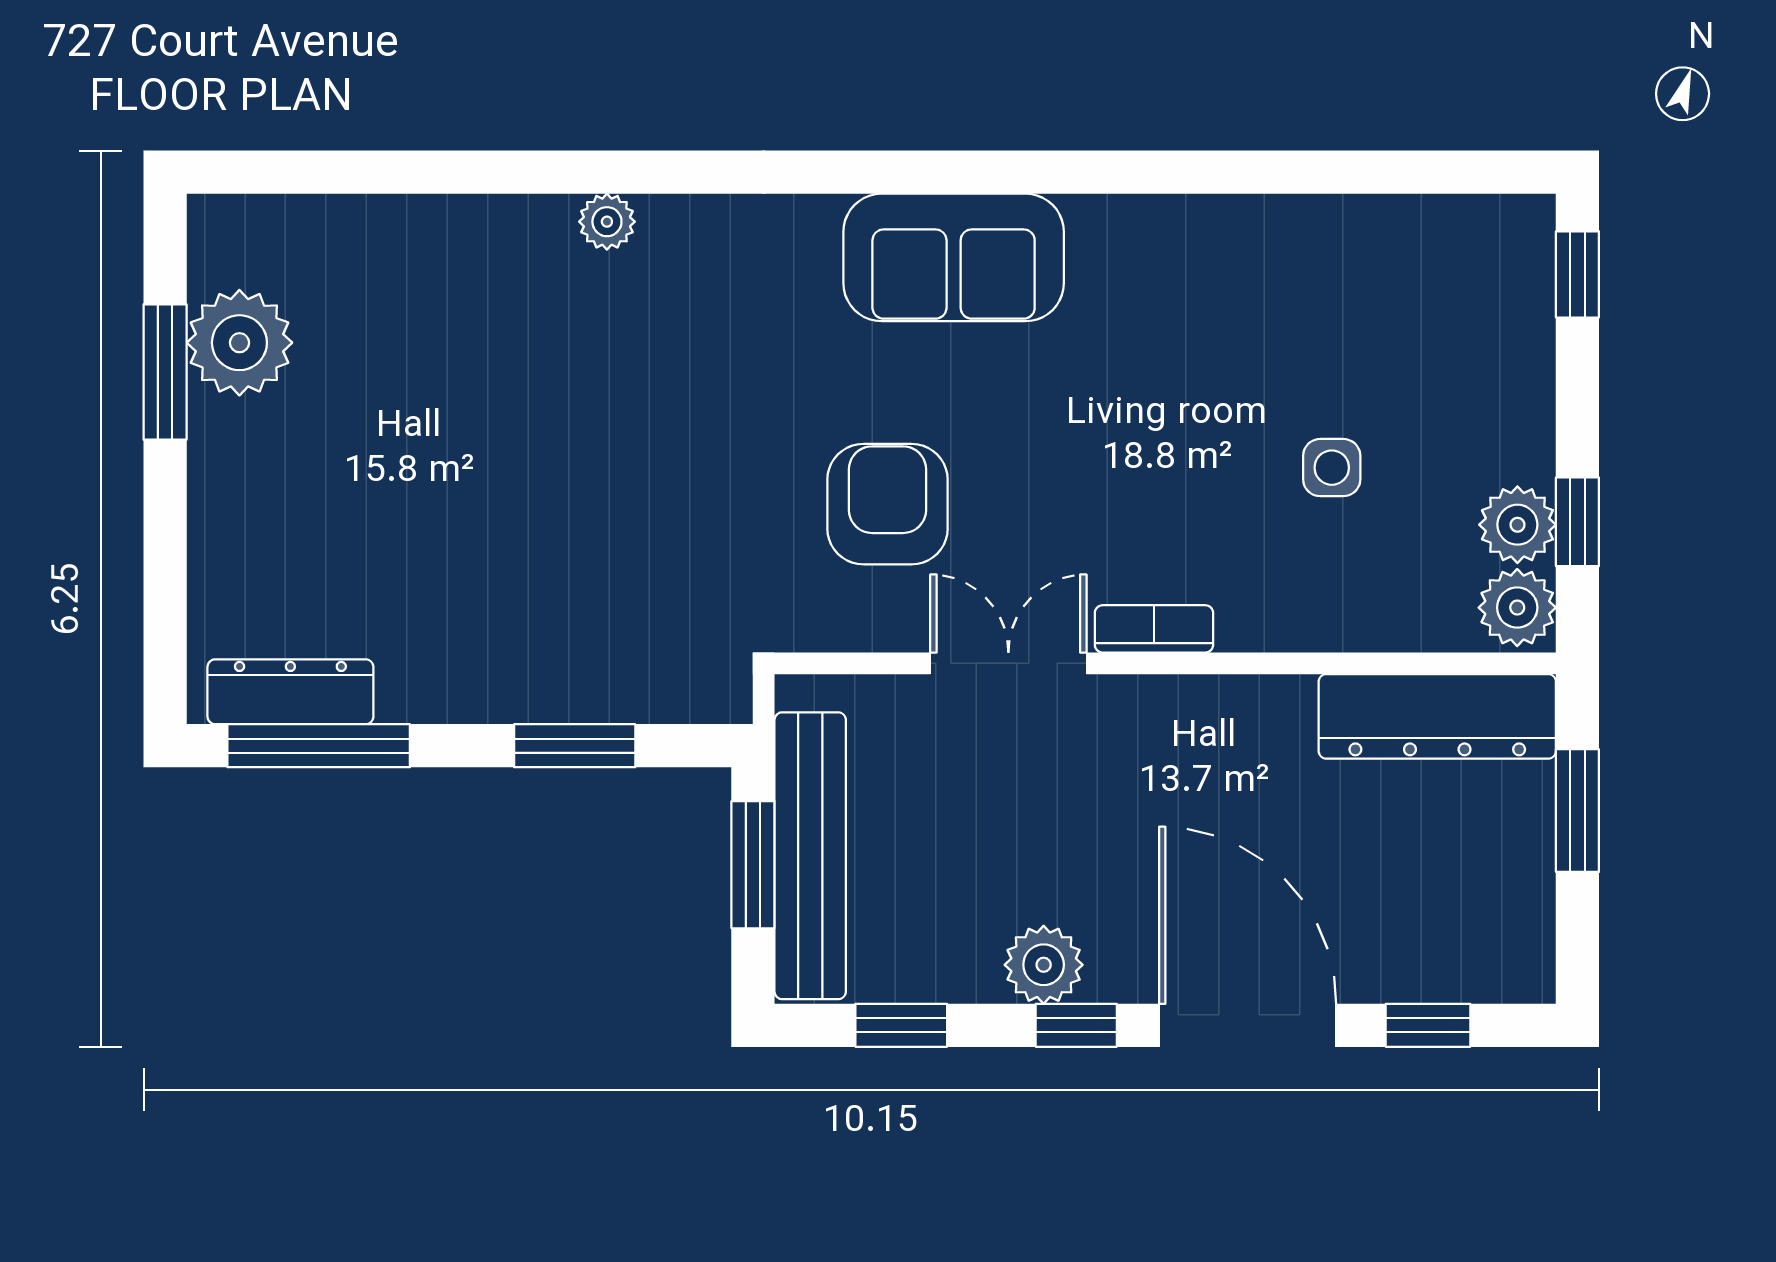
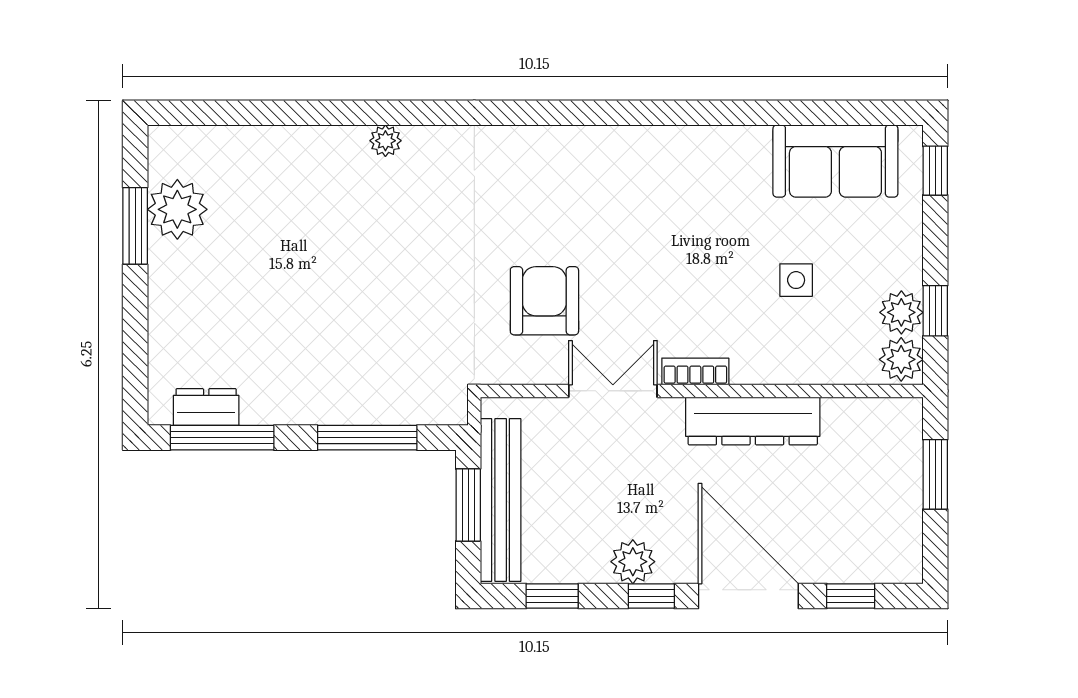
sofa: (954, 257) -> (835, 161), moved
dresser: (290, 692) -> (206, 407), width x0.70
dresser: (1437, 716) -> (753, 421), moved
window: (575, 746) -> (367, 438), width x1.44

